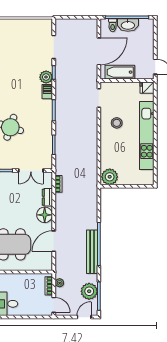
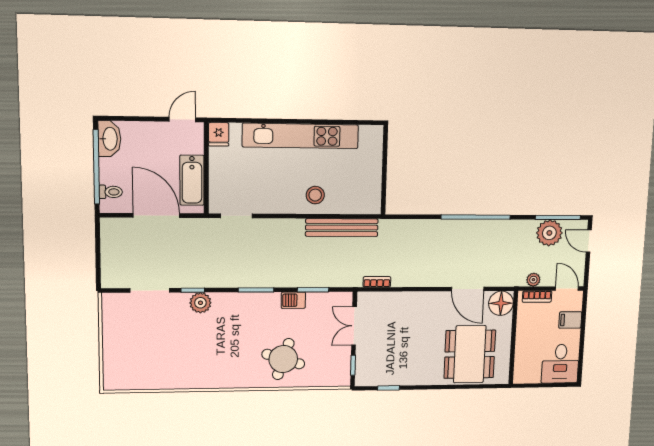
washbasin: (128, 25) -> (109, 139), moved
barbecue: (47, 92) -> (293, 300), moved
stool: (117, 123) -> (315, 195), moved
double door: (31, 171) -> (354, 326), swing flipped
plant: (110, 177) -> (368, 199), removed
dresser: (47, 197) -> (398, 299), removed
floor lamp: (45, 215) -> (501, 303), moved
bench: (92, 252) -> (342, 228), moved
door: (54, 305) -> (567, 289), hinge flipped
filing cabinet: (33, 308) -> (570, 320), added

